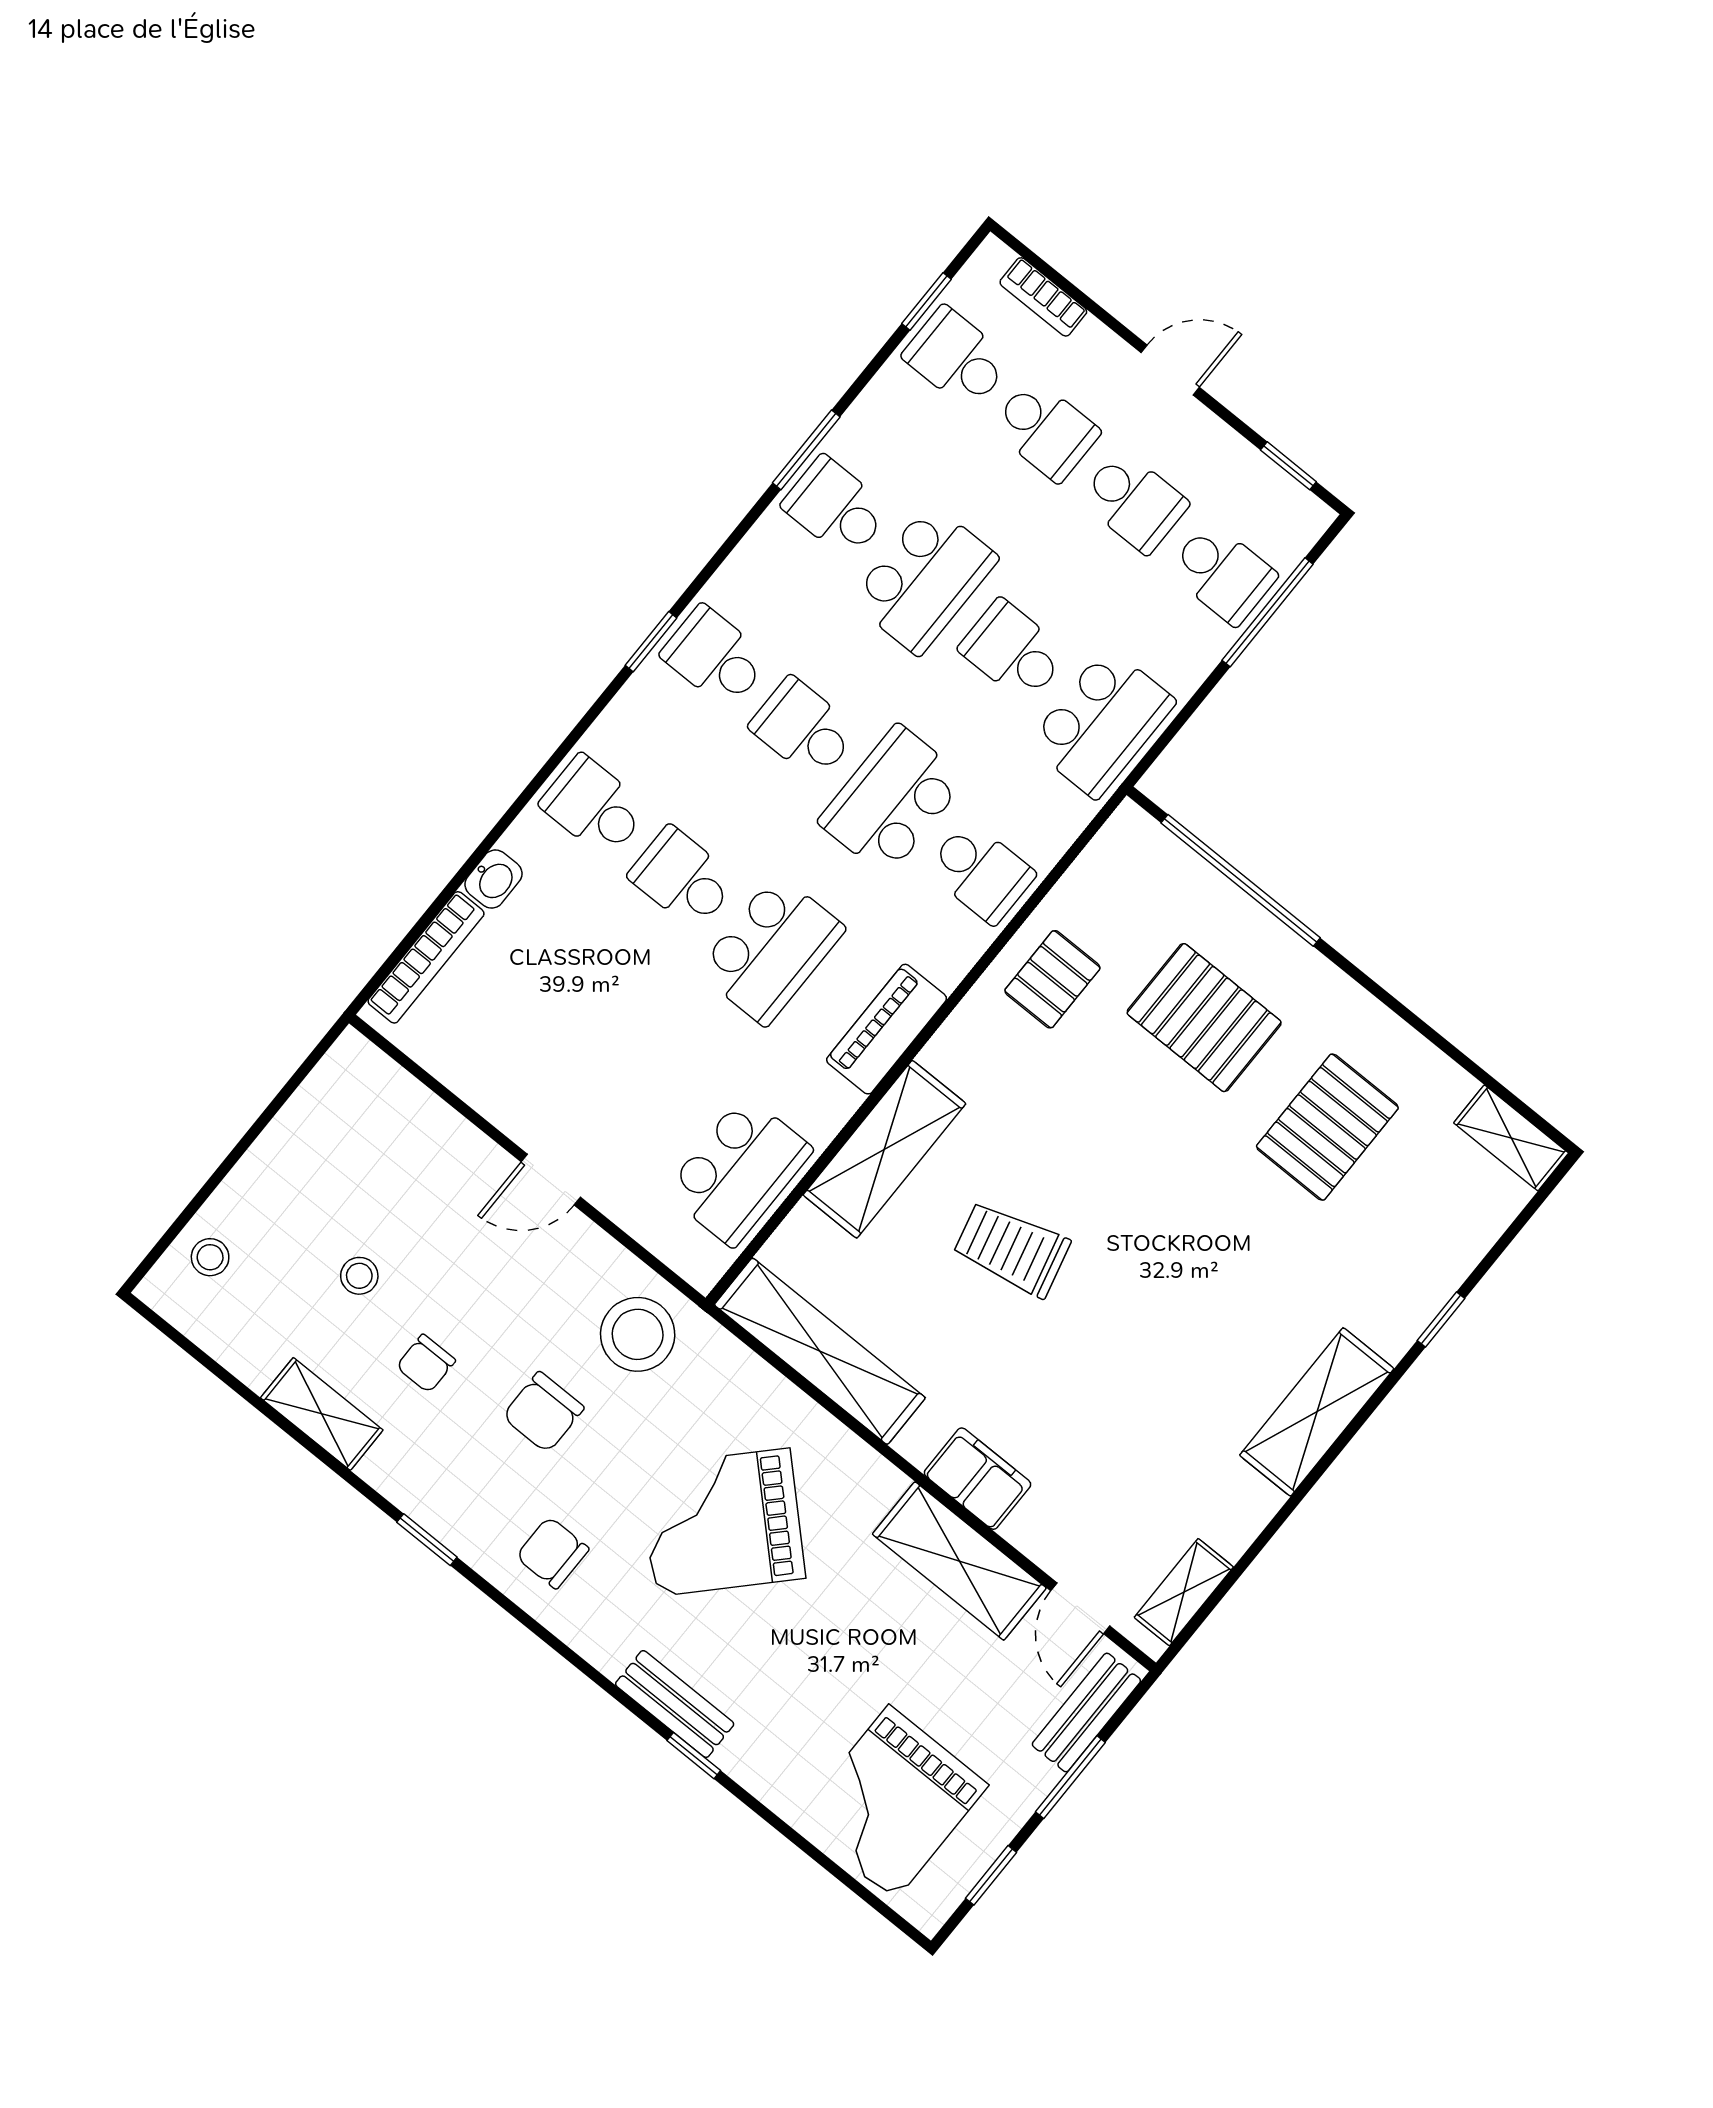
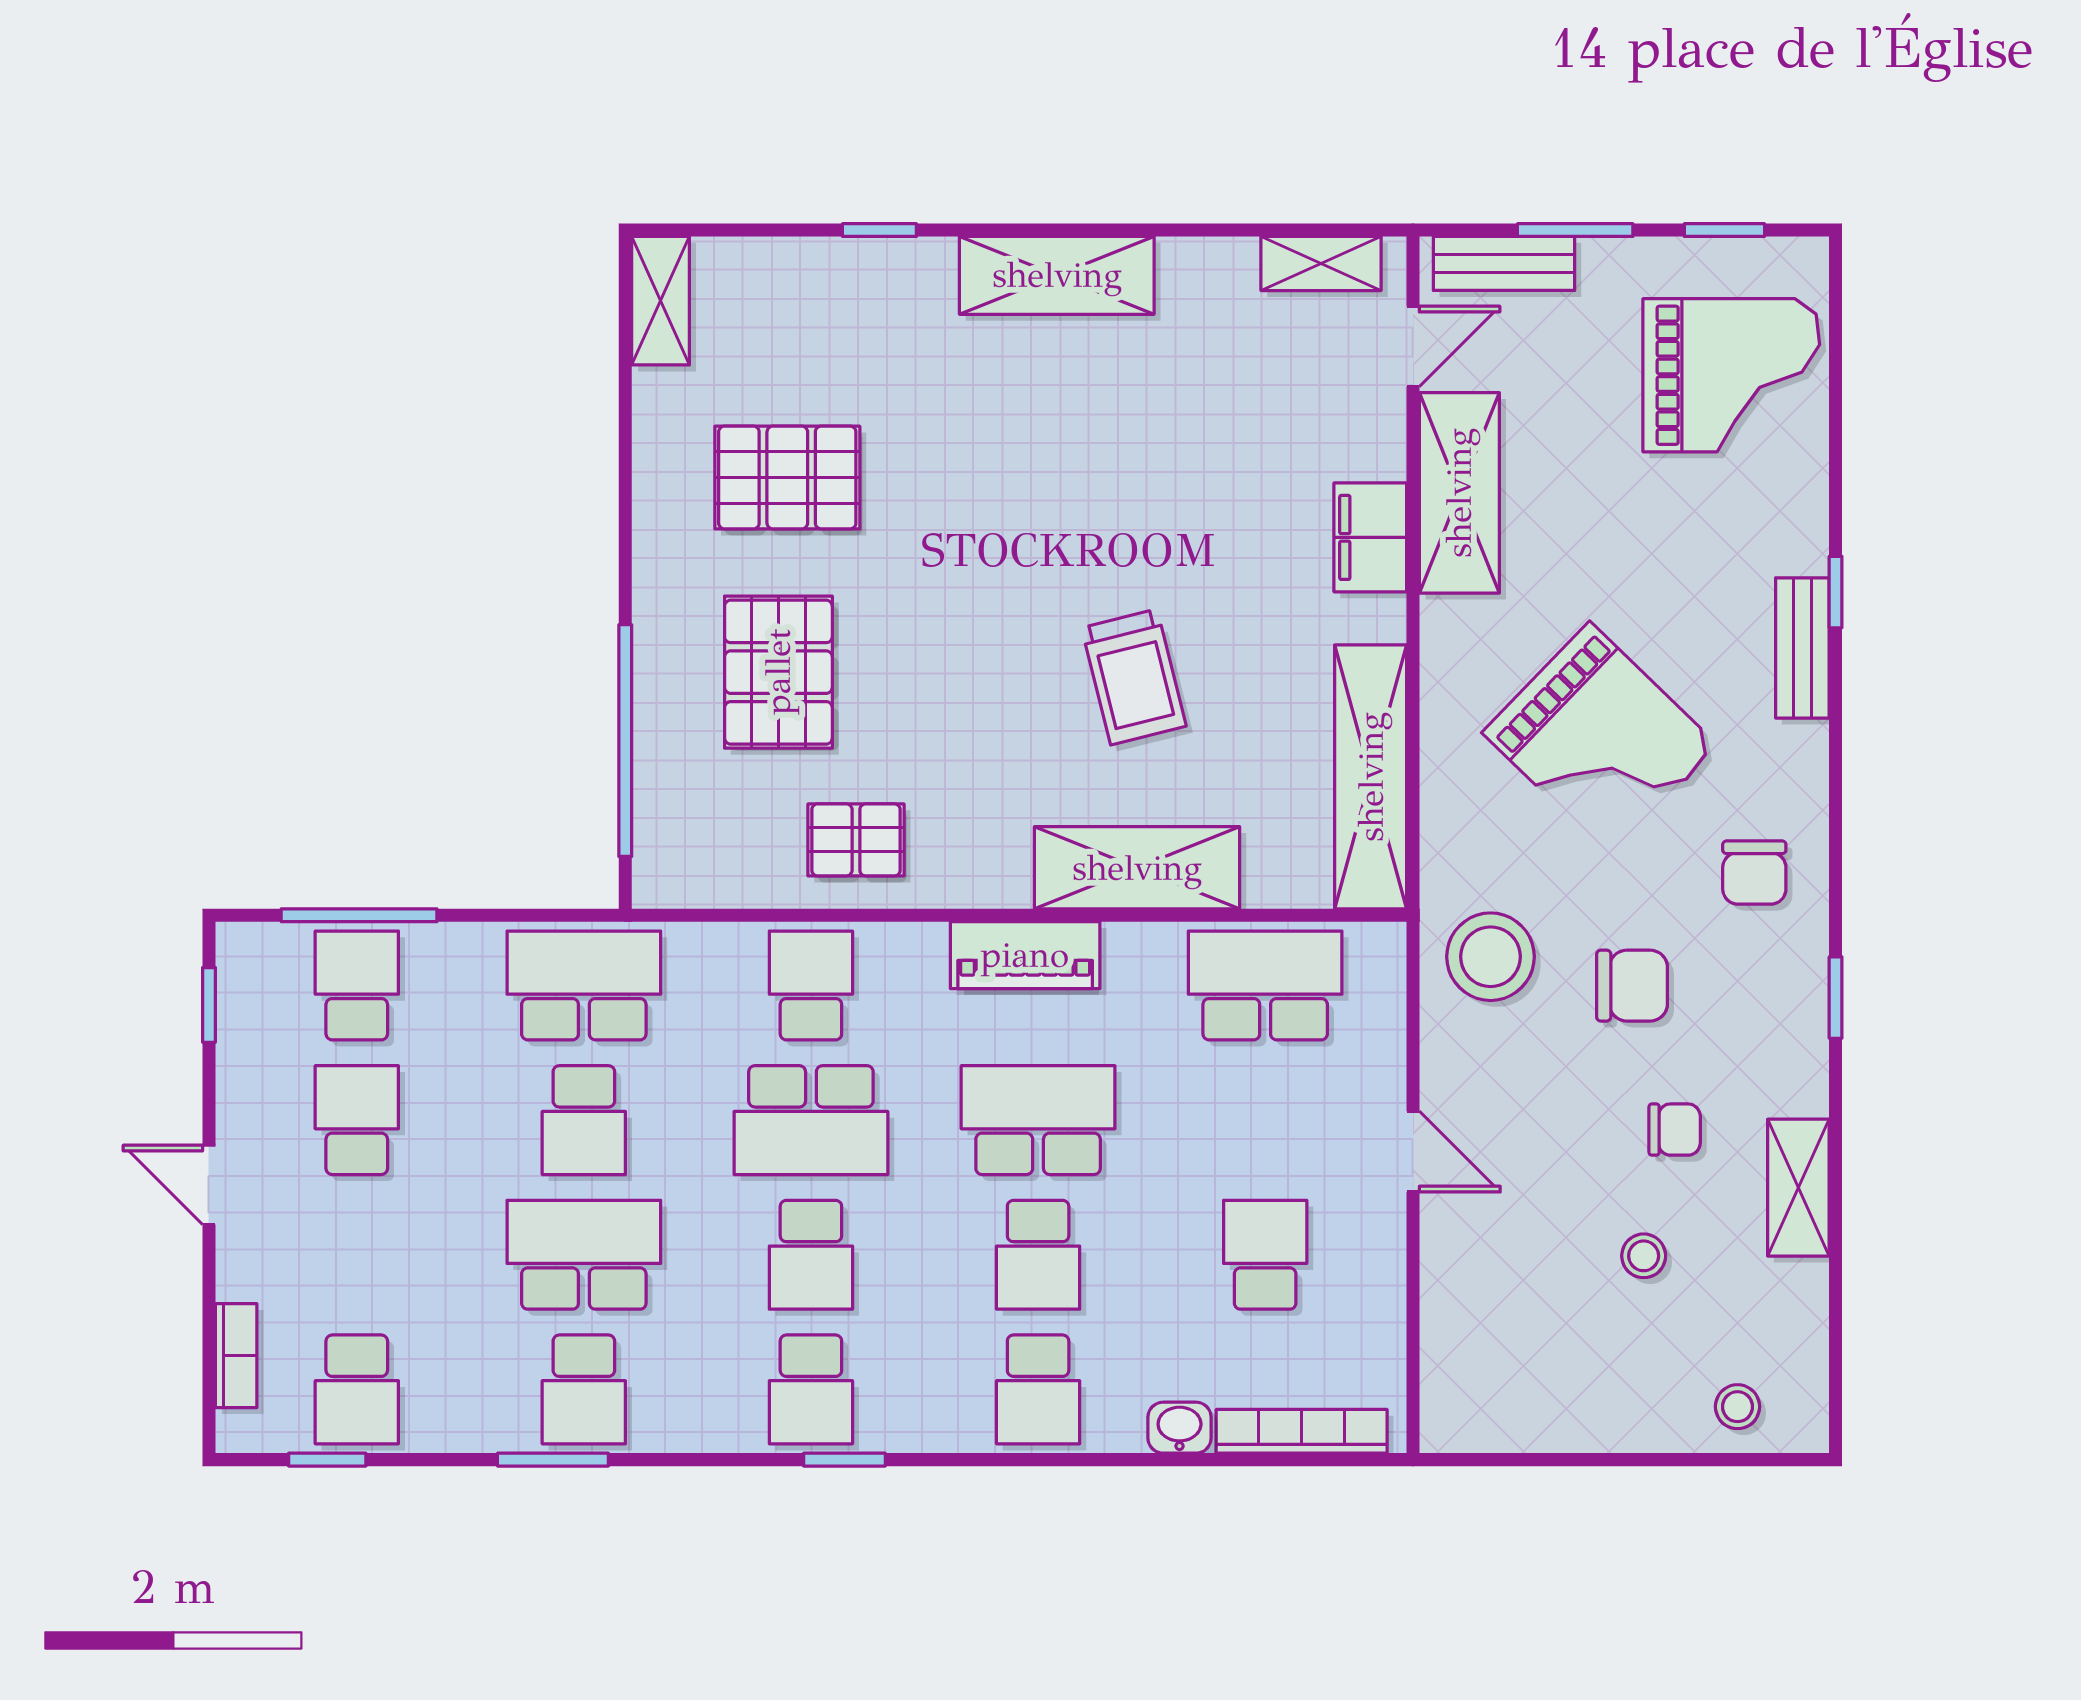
school desk: (1045, 430) -> (1265, 1255), moved

